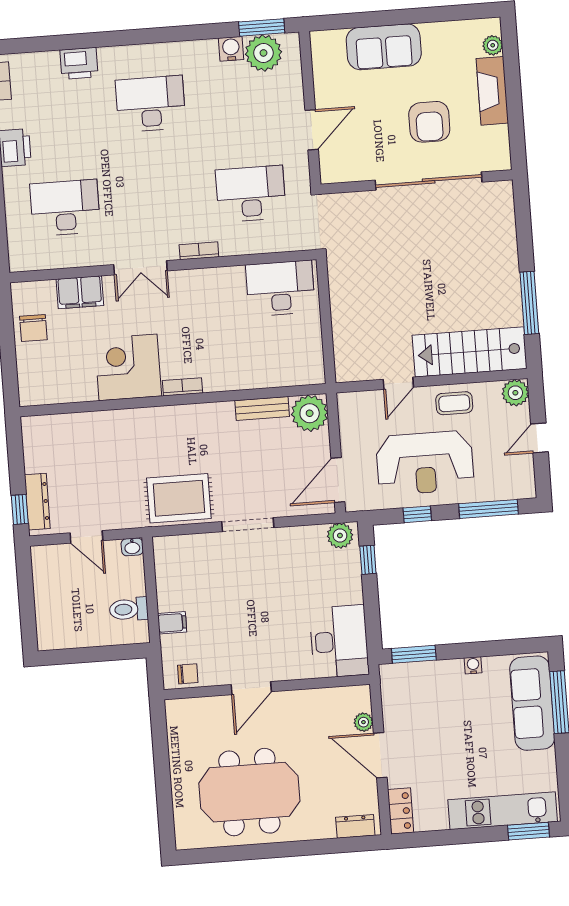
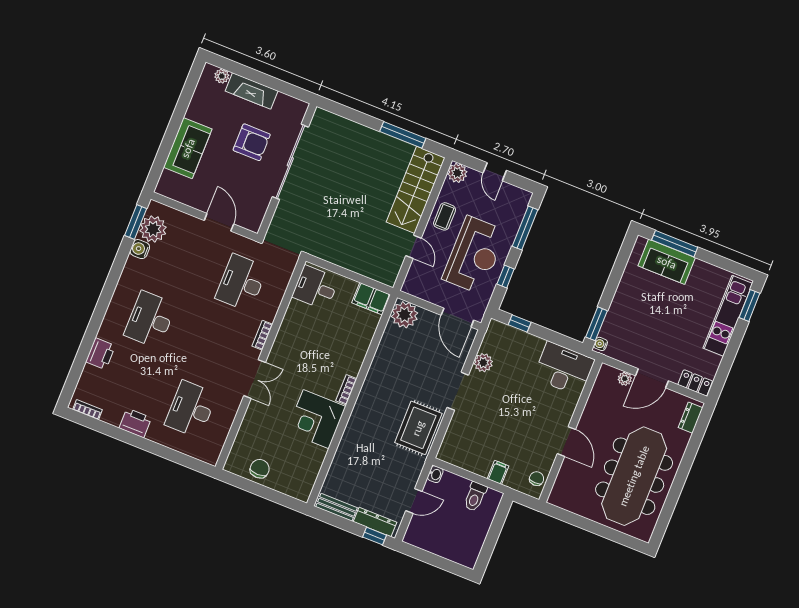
desk: (280, 288) -> (315, 288), width x0.73
filing cabinet: (80, 292) -> (371, 299), moved, turned 90
chair: (33, 328) -> (260, 469), turned -90
bench: (262, 409) -> (337, 507), moved, turned 90
plant: (340, 536) -> (483, 363), moved
water cooler: (473, 665) -> (601, 344), moved
sofa: (532, 703) -> (667, 262), width x0.73
meeting table: (249, 792) -> (634, 476), width x1.36

